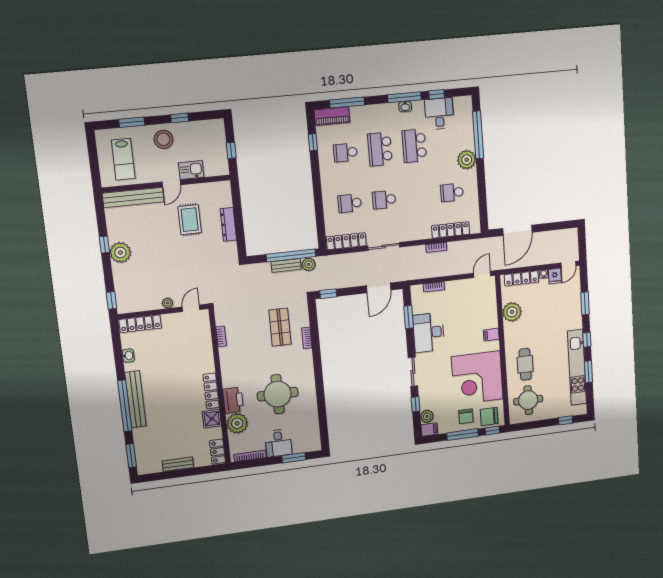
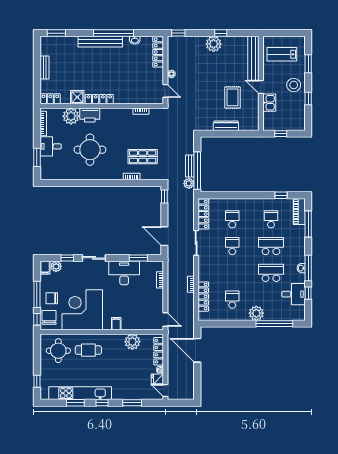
rug: (190, 220) -> (233, 97), turned 90
window: (125, 406) -> (113, 33), moved

